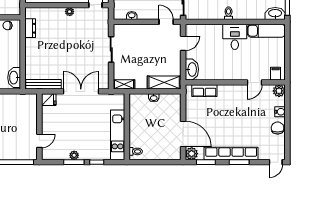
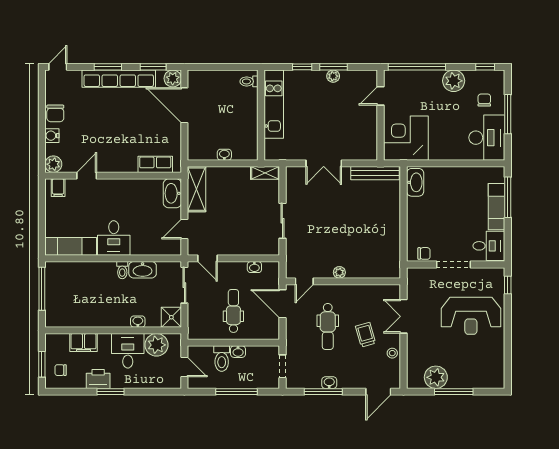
washbasin: (275, 13) -> (143, 270), moved
dresser: (30, 28) -> (393, 250), removed
shelving: (164, 83) -> (197, 189), moved, turned 90
double door: (81, 91) -> (324, 163), width x0.73
fridge: (49, 100) -> (368, 152), removed
corner desk: (21, 110) -> (406, 138), added

